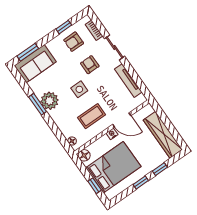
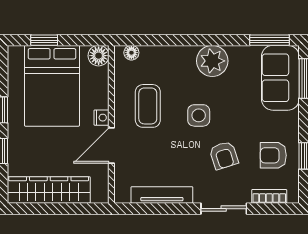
armchair: (74, 42) -> (273, 155), turned -90
armchair: (90, 65) -> (224, 155), turned 72
window: (38, 104) -> (270, 40), moved

